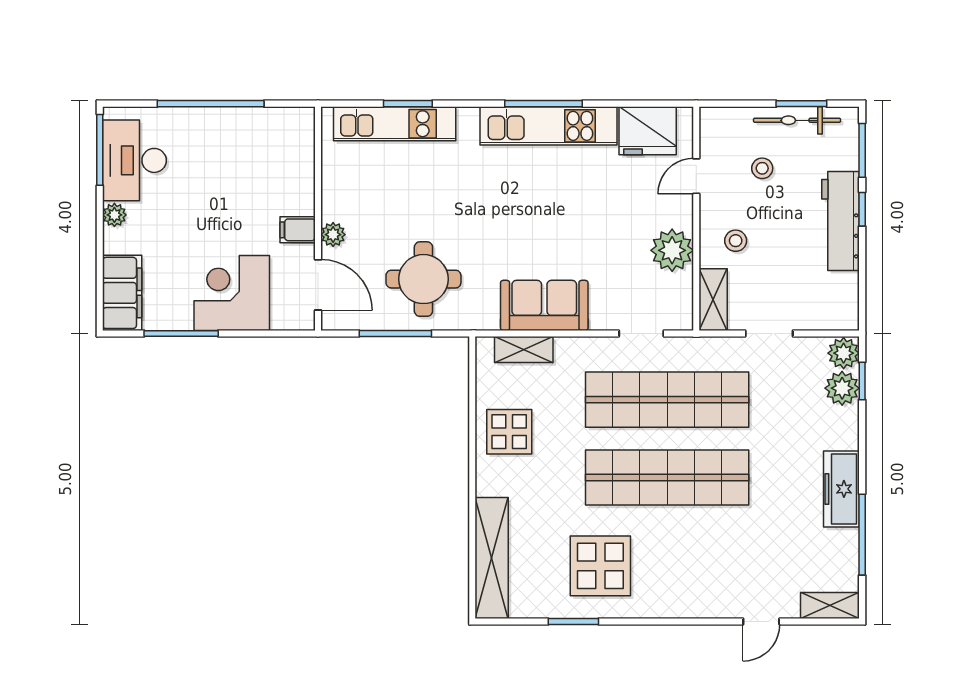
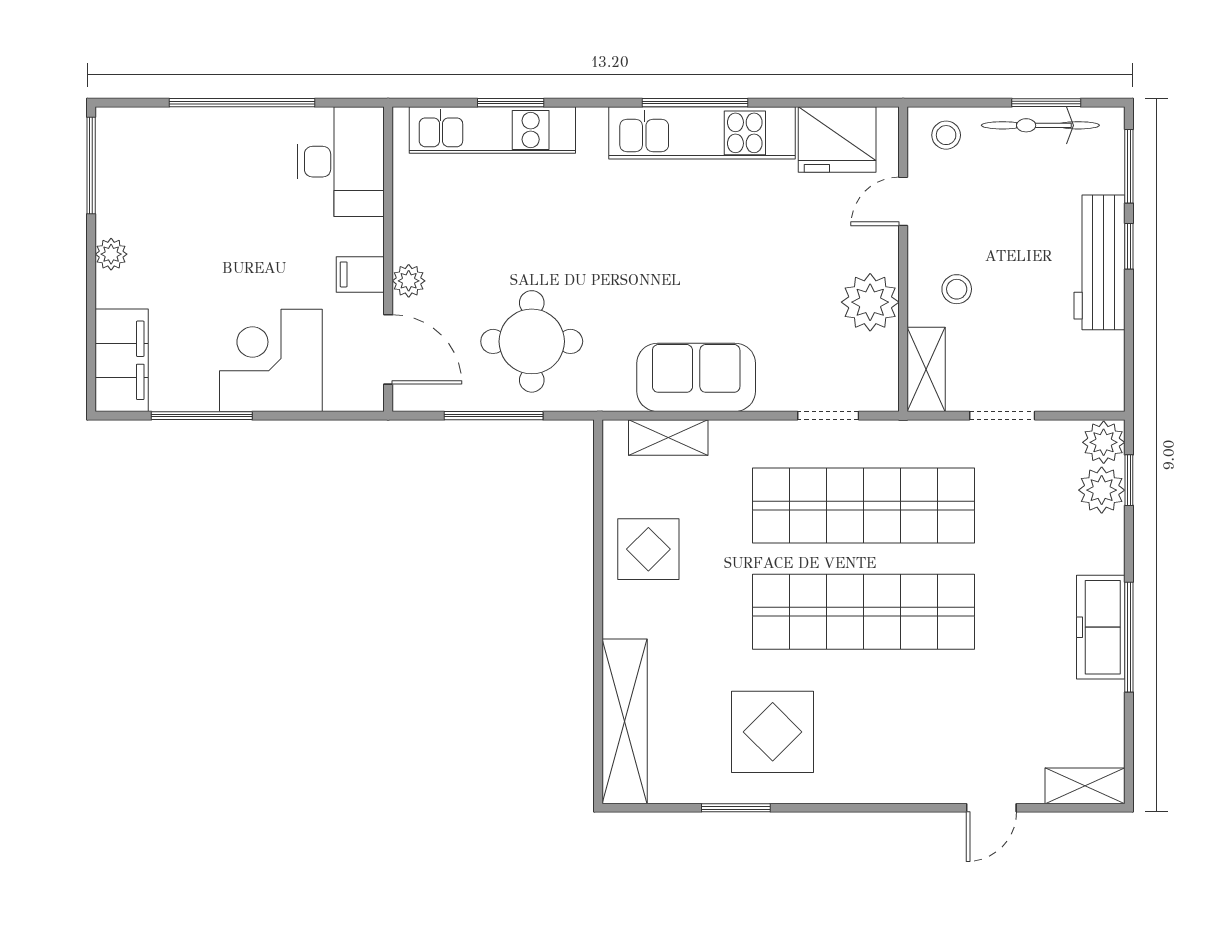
desk: (134, 160) -> (341, 162), moved, turned 180
stool: (762, 168) -> (946, 135), moved
window: (862, 535) -> (1129, 637), moved

